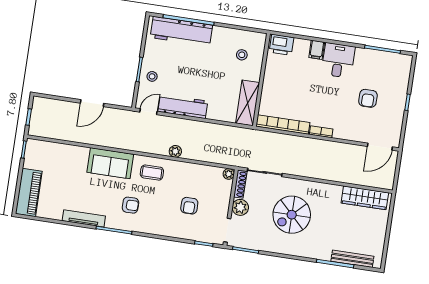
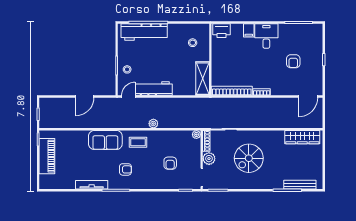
piano: (29, 192) -> (47, 156), moved

